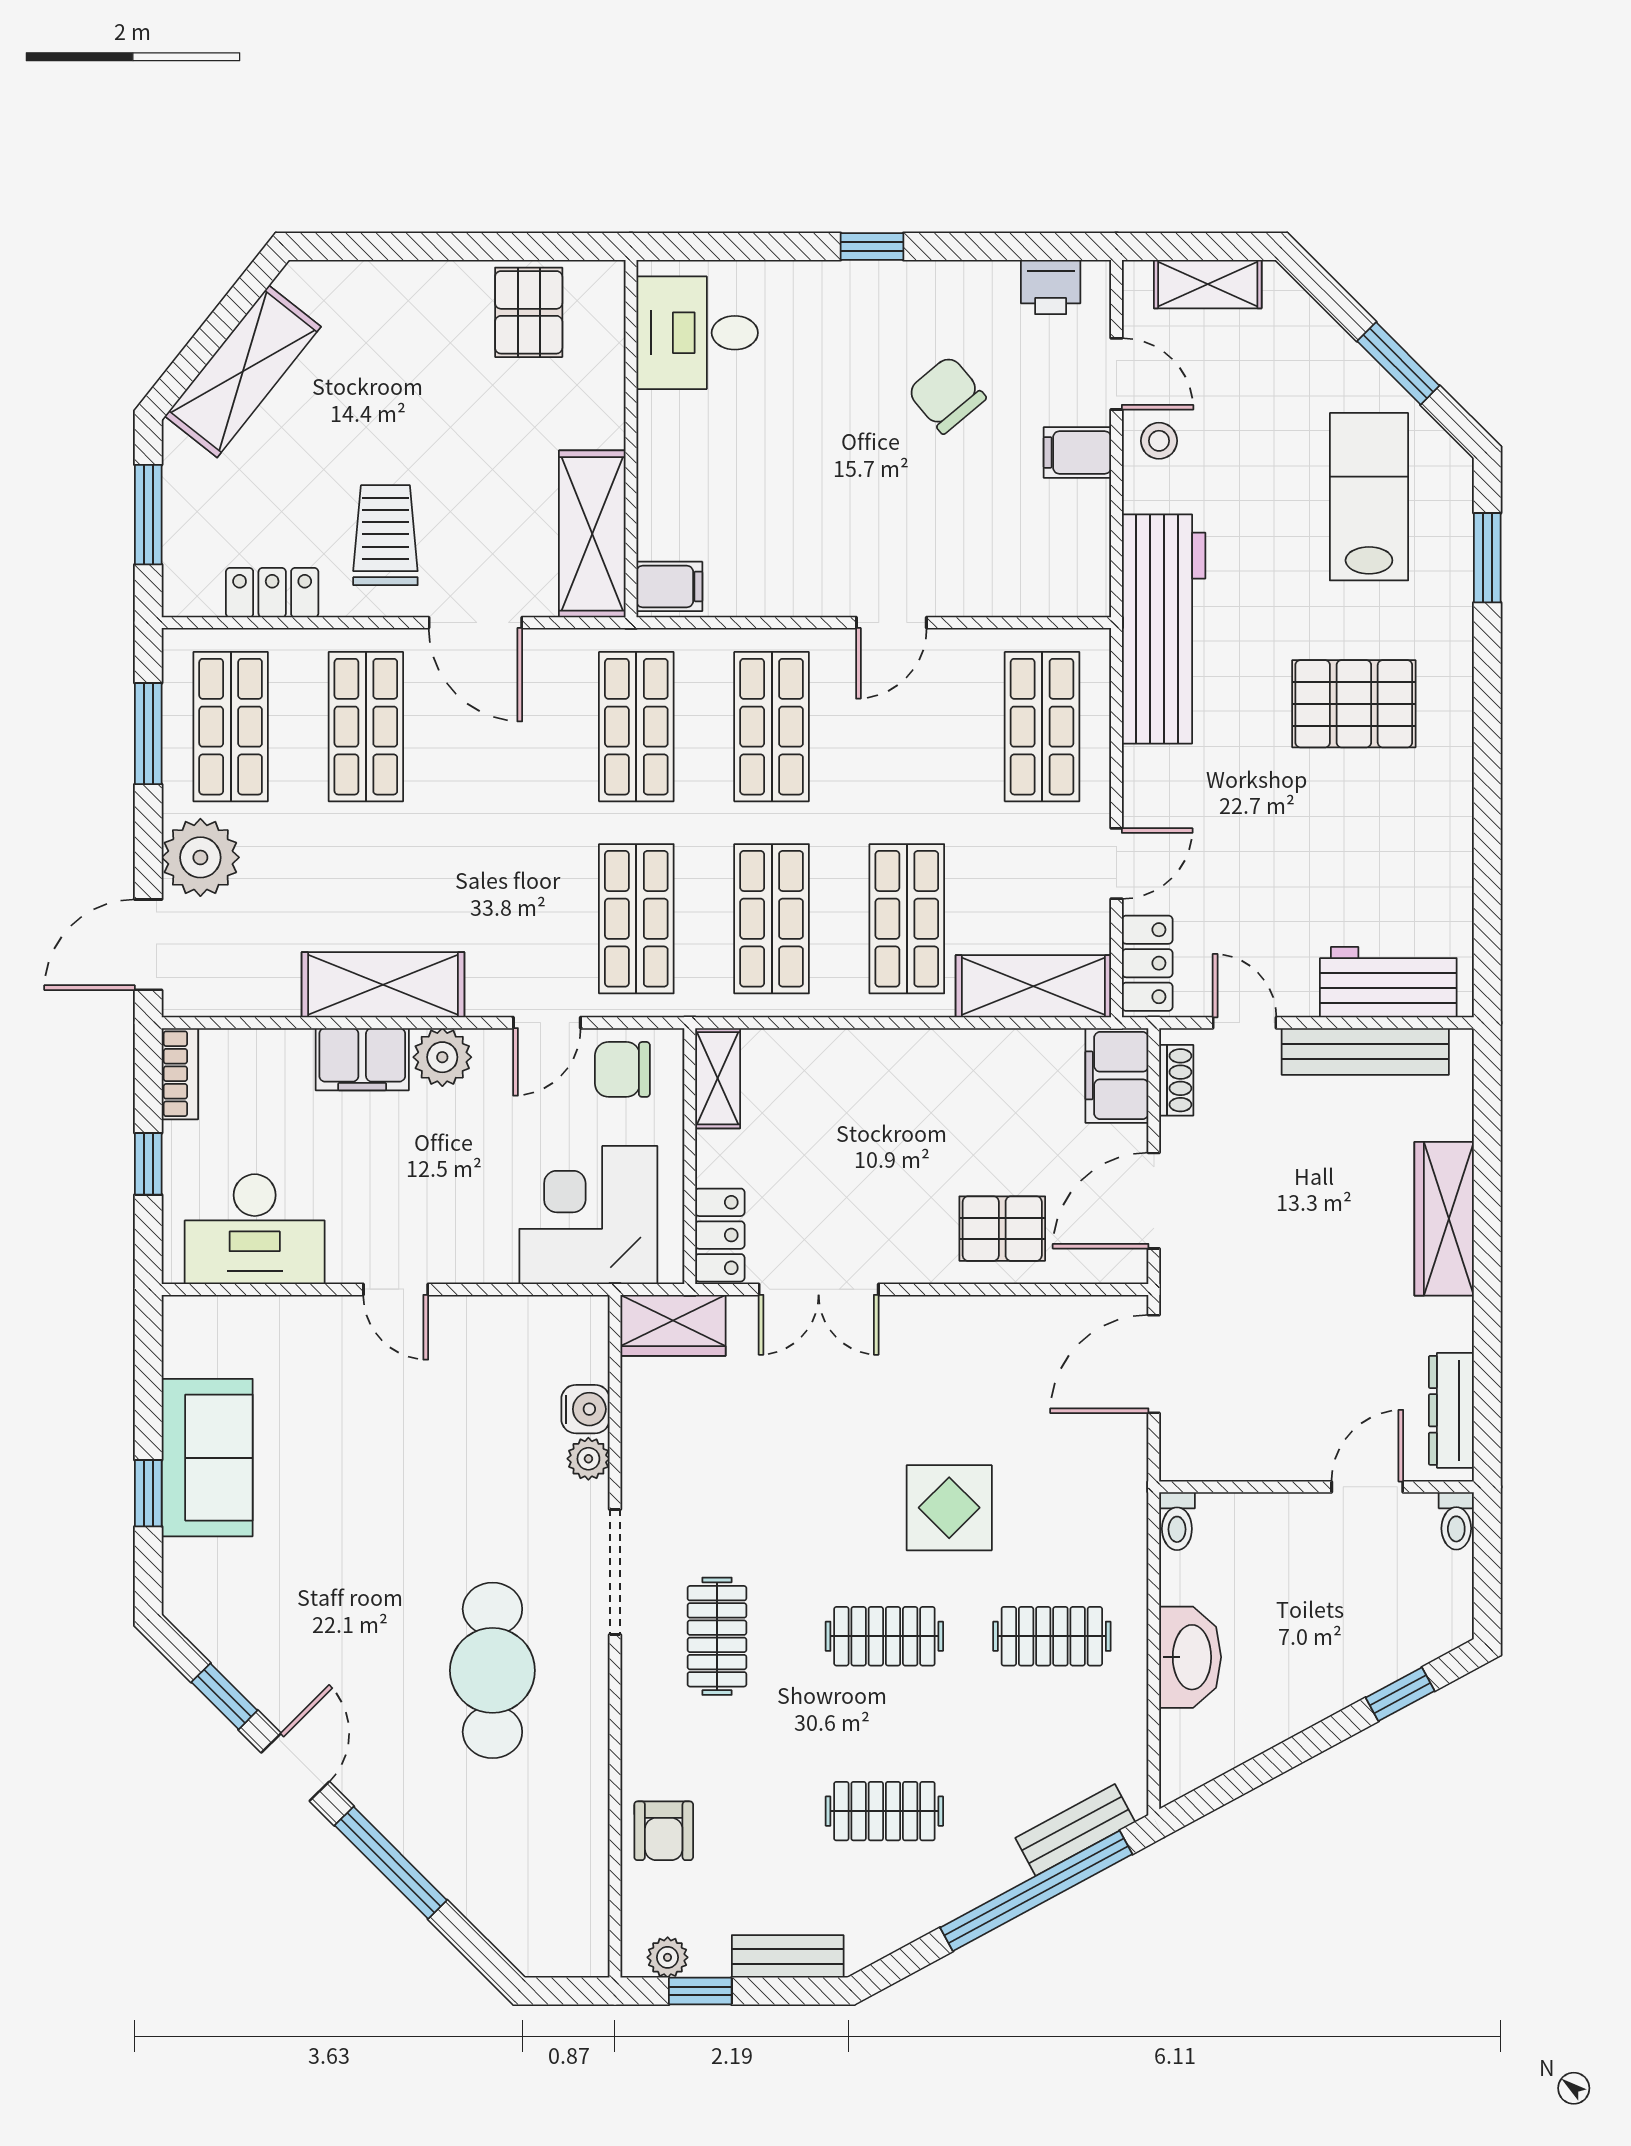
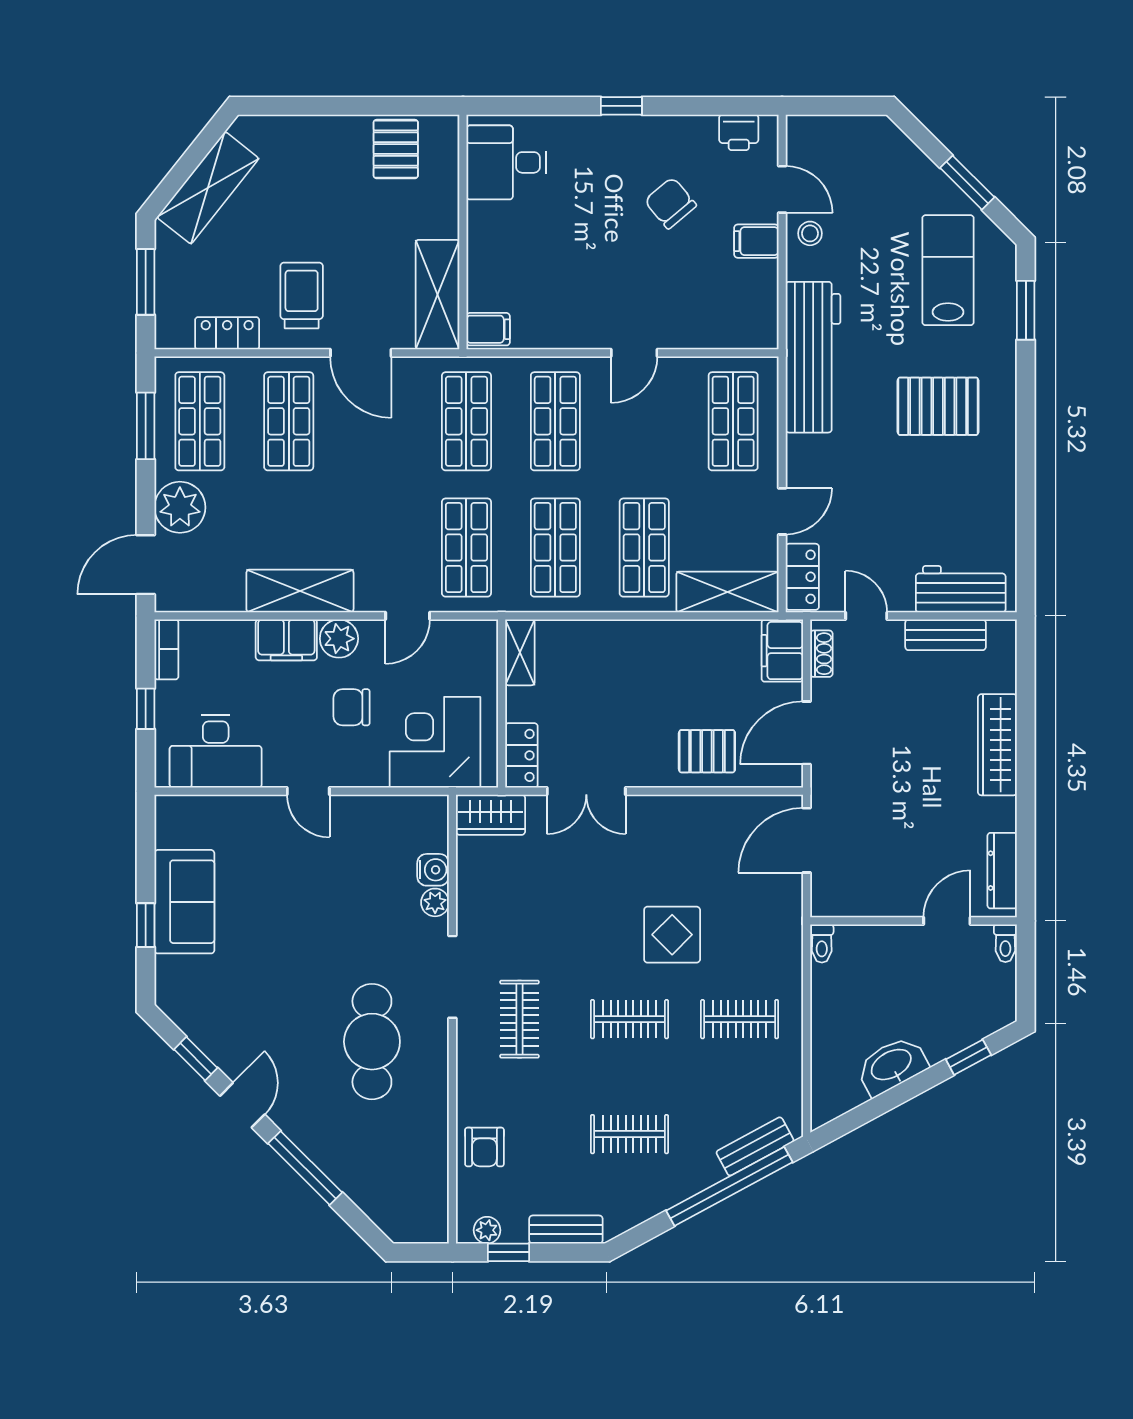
shelving: (1208, 284) -> (842, 130), removed
bench: (1365, 1051) -> (946, 635), width x0.73
chair: (622, 1069) -> (351, 707), moved
washbasin: (1190, 1657) -> (892, 1066), moved, turned -118

